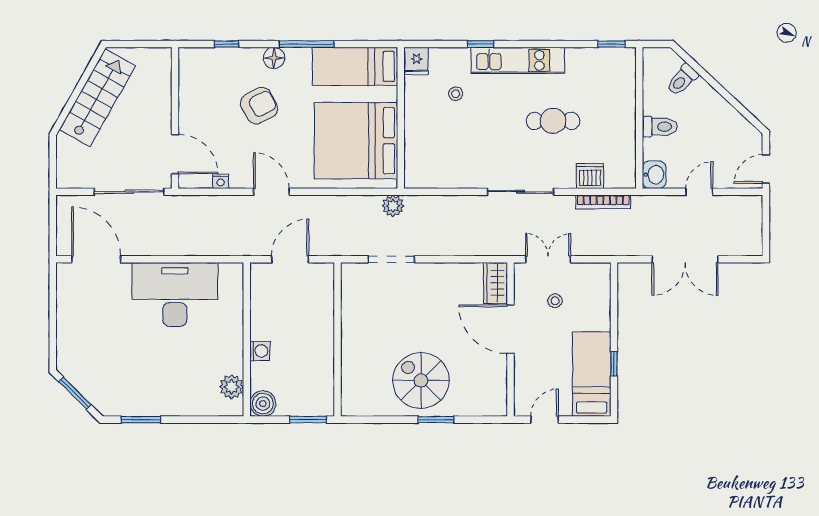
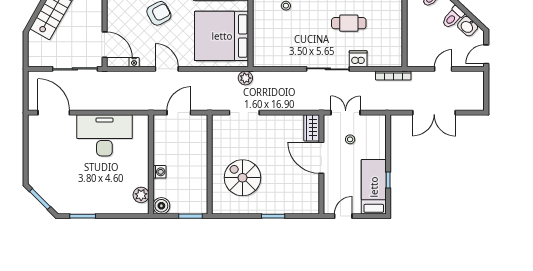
toilet: (660, 127) -> (453, 17), moved, turned 133
washbasin: (654, 175) -> (468, 26), moved, turned 133
dishwasher: (590, 176) -> (358, 59), moved
bookcase: (603, 202) -> (393, 76), moved
spiral stairs: (421, 380) -> (243, 178), moved

